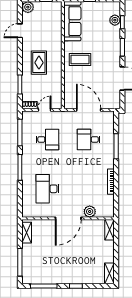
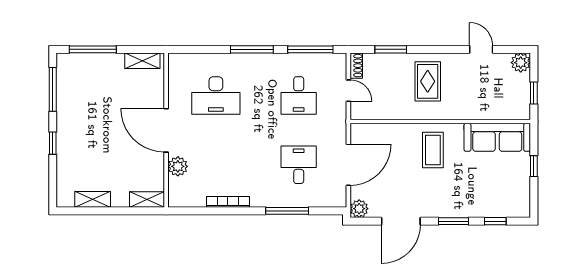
plant: (115, 20) -> (359, 209), moved
rug: (39, 63) -> (428, 81), turned 90
desk: (47, 189) -> (216, 95), turned 180
shelving: (109, 273) -> (93, 199), moved

